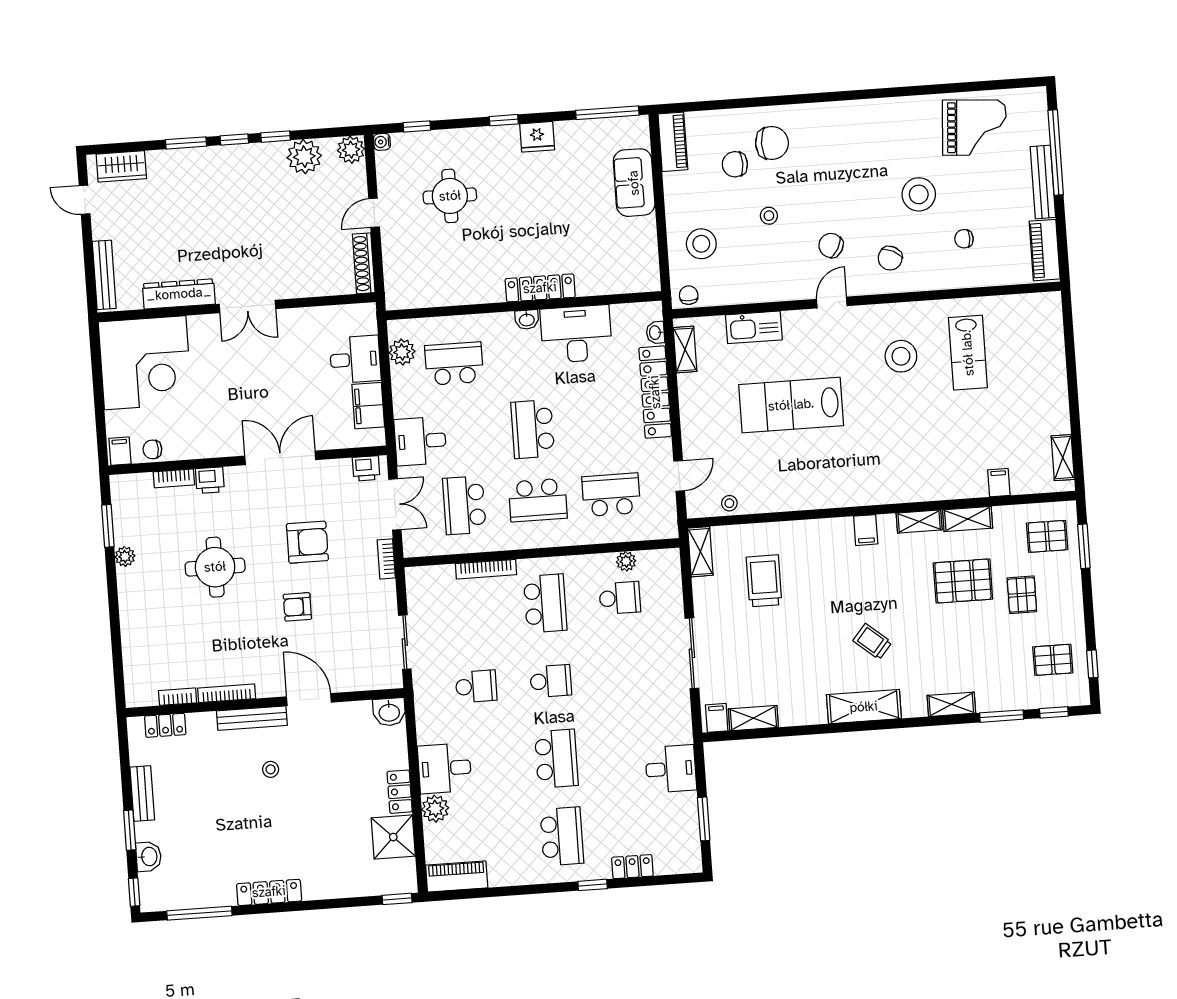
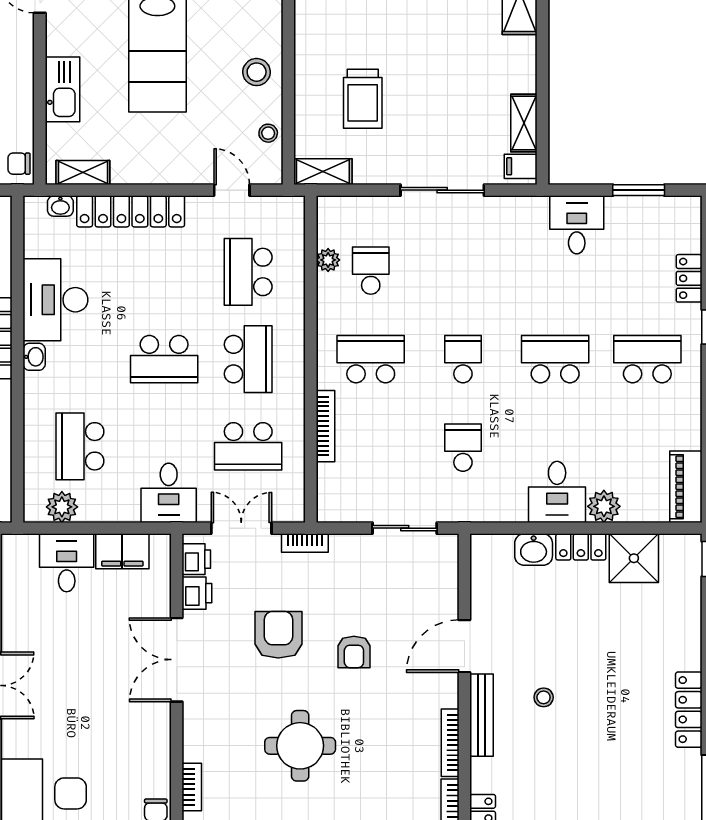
printer: (210, 480) -> (197, 593), moved
stool: (780, 490) -> (257, 72), added
trolley: (764, 581) -> (363, 99), turned -90
washbasin: (389, 712) -> (534, 550), moved, turned 90

